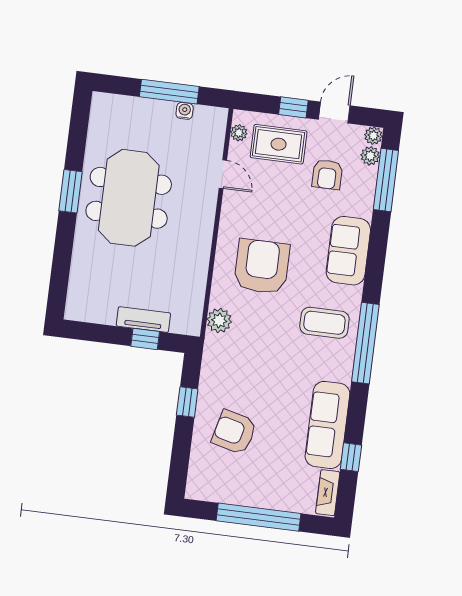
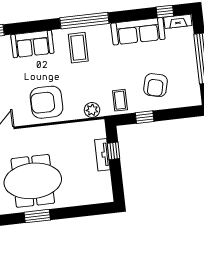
armchair: (262, 267) -> (46, 102), moved
coffee table: (224, 369) -> (120, 100), added
window: (351, 457) -> (165, 12), moved

